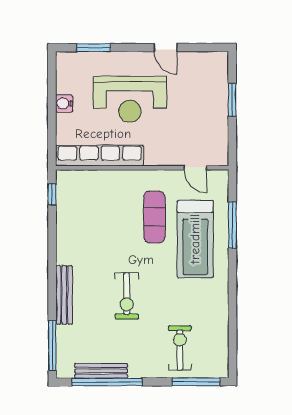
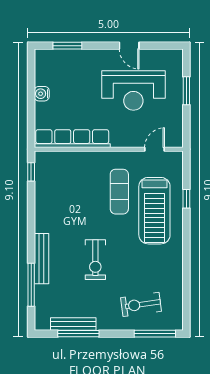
reception desk: (130, 99) -> (133, 90), moved
door: (195, 168) -> (155, 149), swing flipped
window: (232, 225) -> (186, 199), width x0.46
window: (52, 346) -> (31, 285), moved
exercise bike: (180, 348) -> (141, 304), turned -98
window: (107, 382) -> (78, 334), width x0.68

